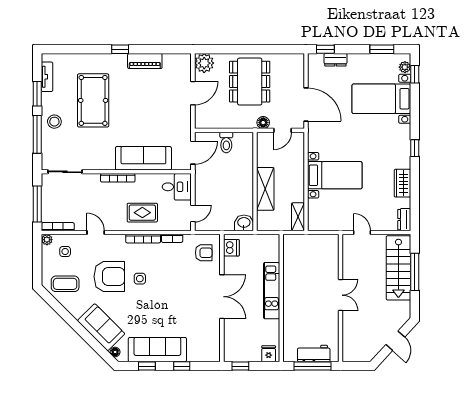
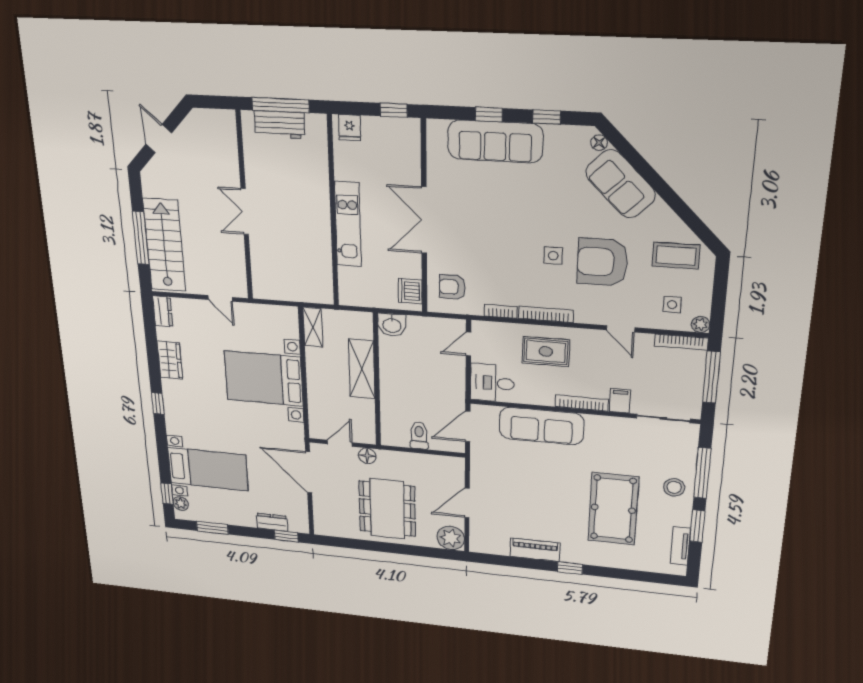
bed with nightstands: (335, 175) -> (264, 379), width x1.36
filing cabinet: (93, 182) -> (620, 401), added
sofa: (157, 350) -> (495, 141), moved

